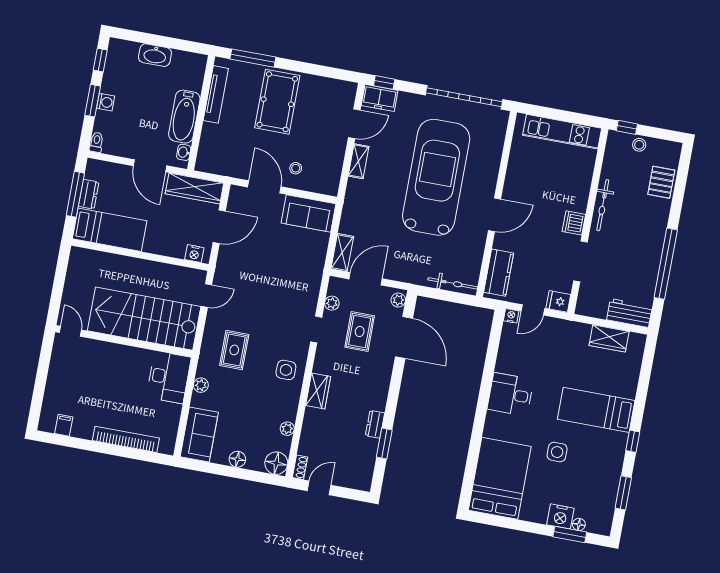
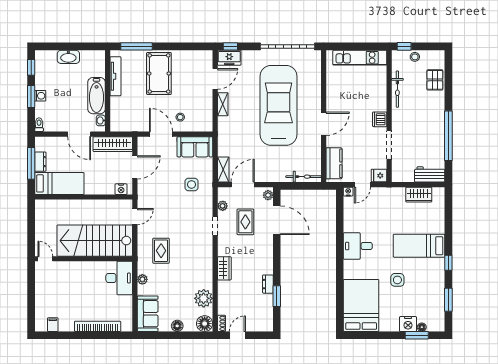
bicycle: (603, 205) -> (397, 89), moved
side table: (286, 370) -> (192, 184), moved
plant: (287, 429) -> (204, 298), width x1.88, depth x1.88

